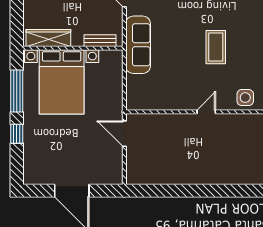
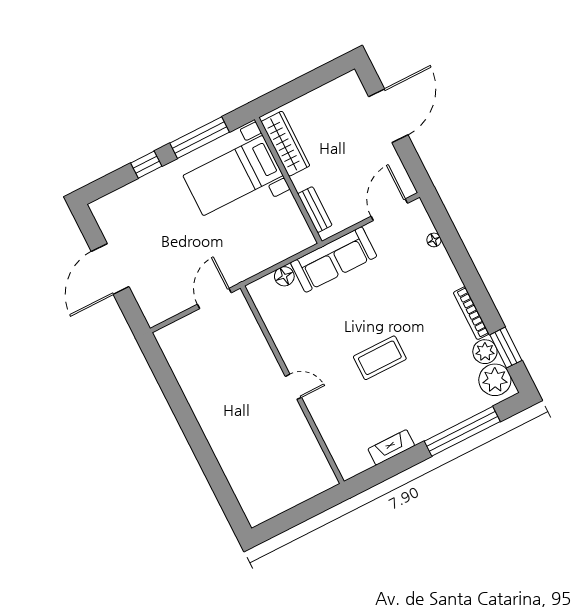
bed with nightstands: (62, 82) -> (233, 176), width x0.73
floor lamp: (133, 82) -> (284, 276), added
side table: (245, 98) -> (336, 426), removed

